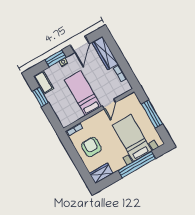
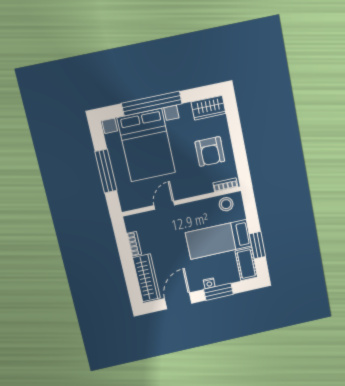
bed: (83, 93) -> (219, 239), moved, turned 90
stool: (70, 117) -> (226, 204), added
bed with nightstands: (132, 138) -> (146, 145), width x1.36

